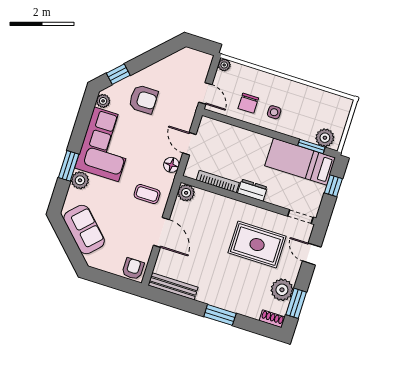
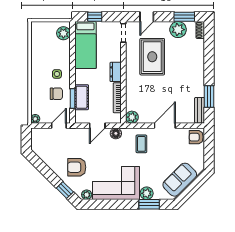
armchair: (143, 99) -> (77, 167), turned -90
cot: (233, 135) -> (82, 97), added
window: (311, 146) -> (72, 99), moved
window: (69, 166) -> (149, 204), moved
bench: (173, 286) -> (200, 110), width x0.73
window: (220, 315) -> (209, 97), moved

